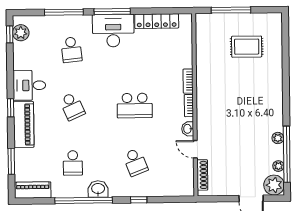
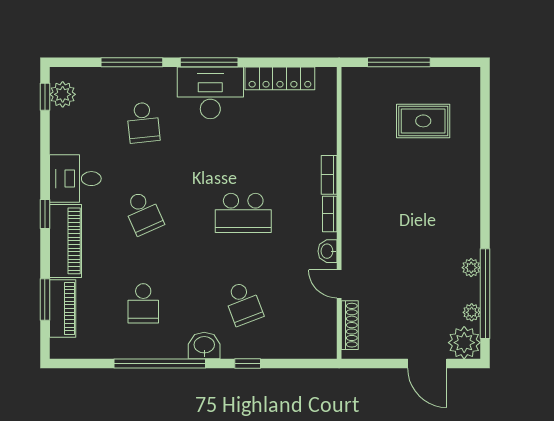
washbasin: (98, 189) -> (204, 346), moved
piano: (33, 190) -> (63, 308), moved, turned 90

